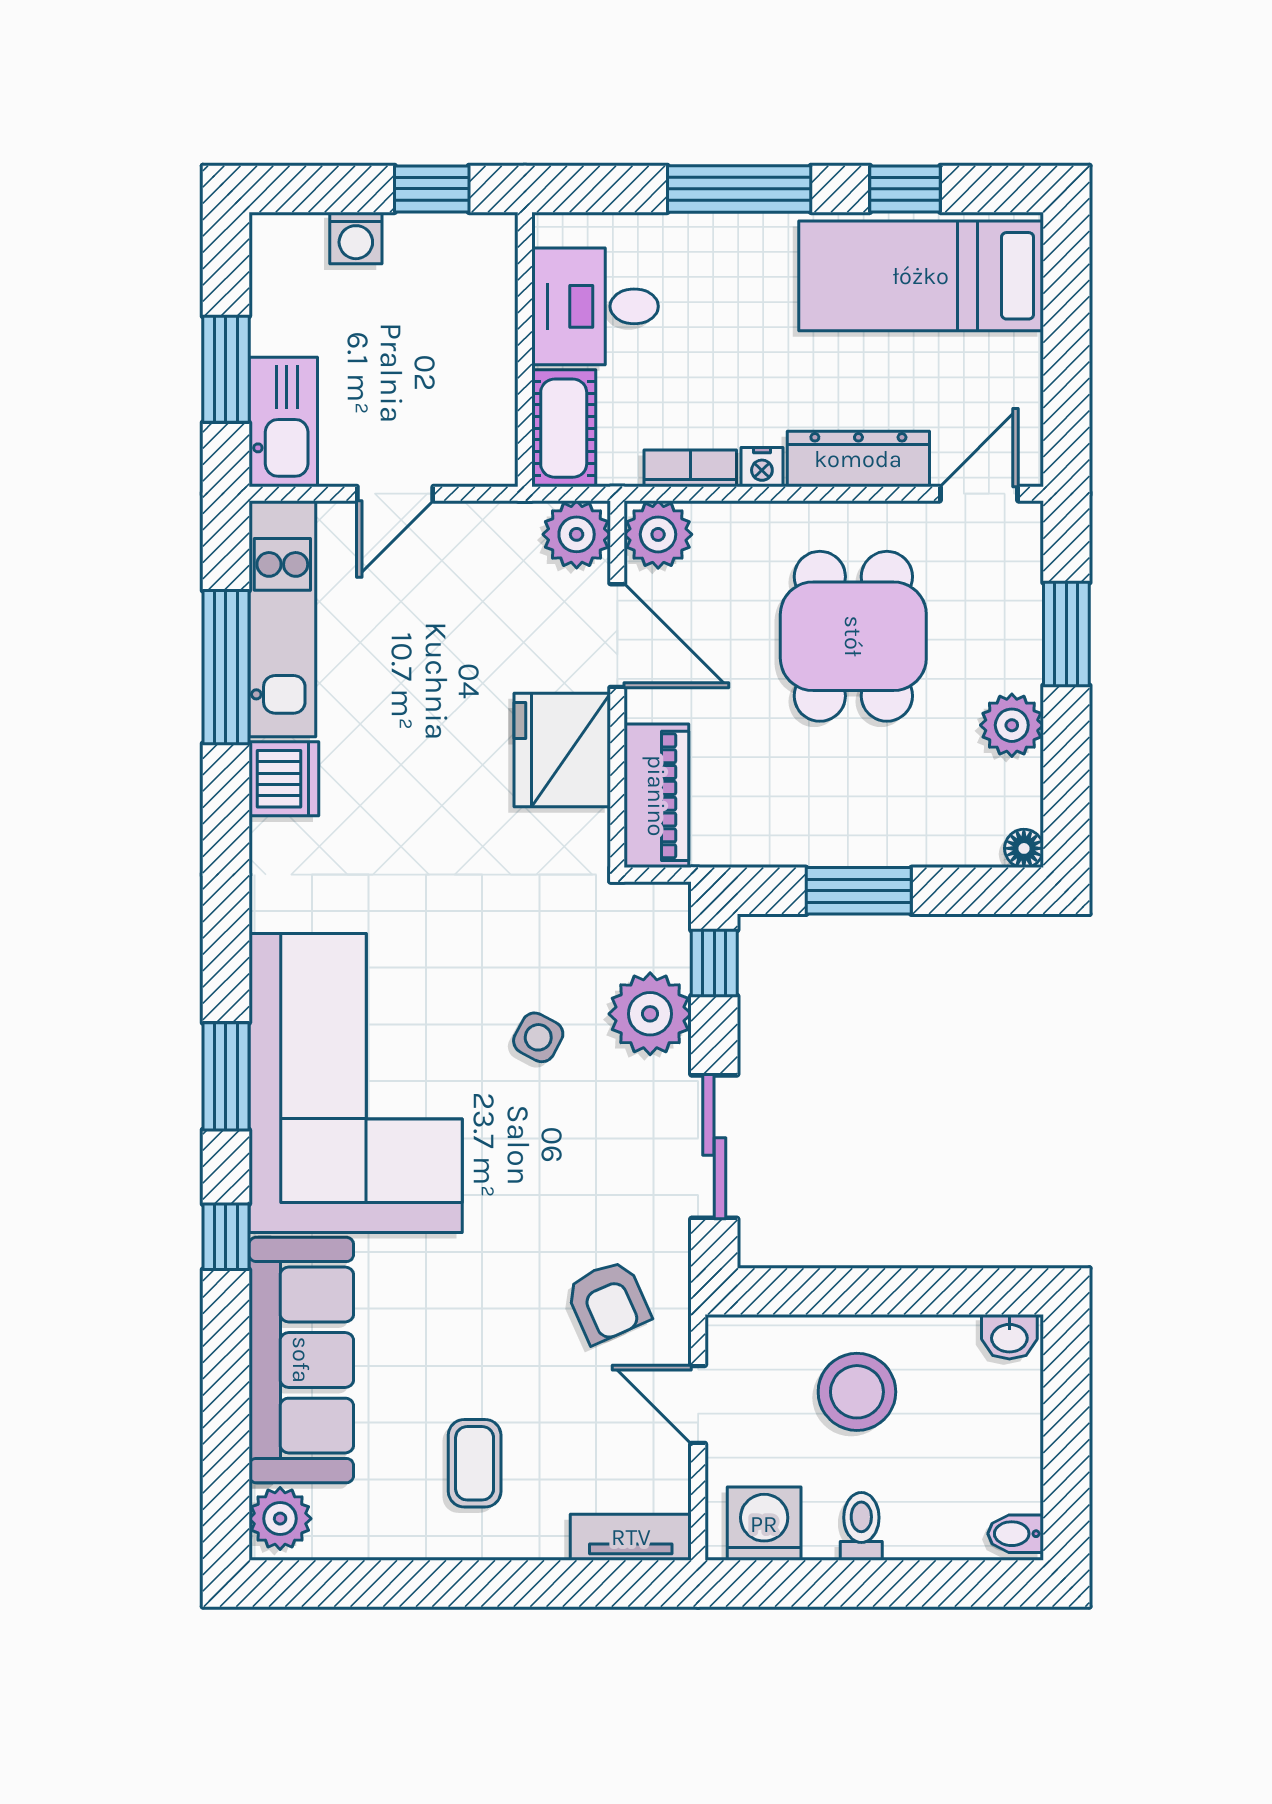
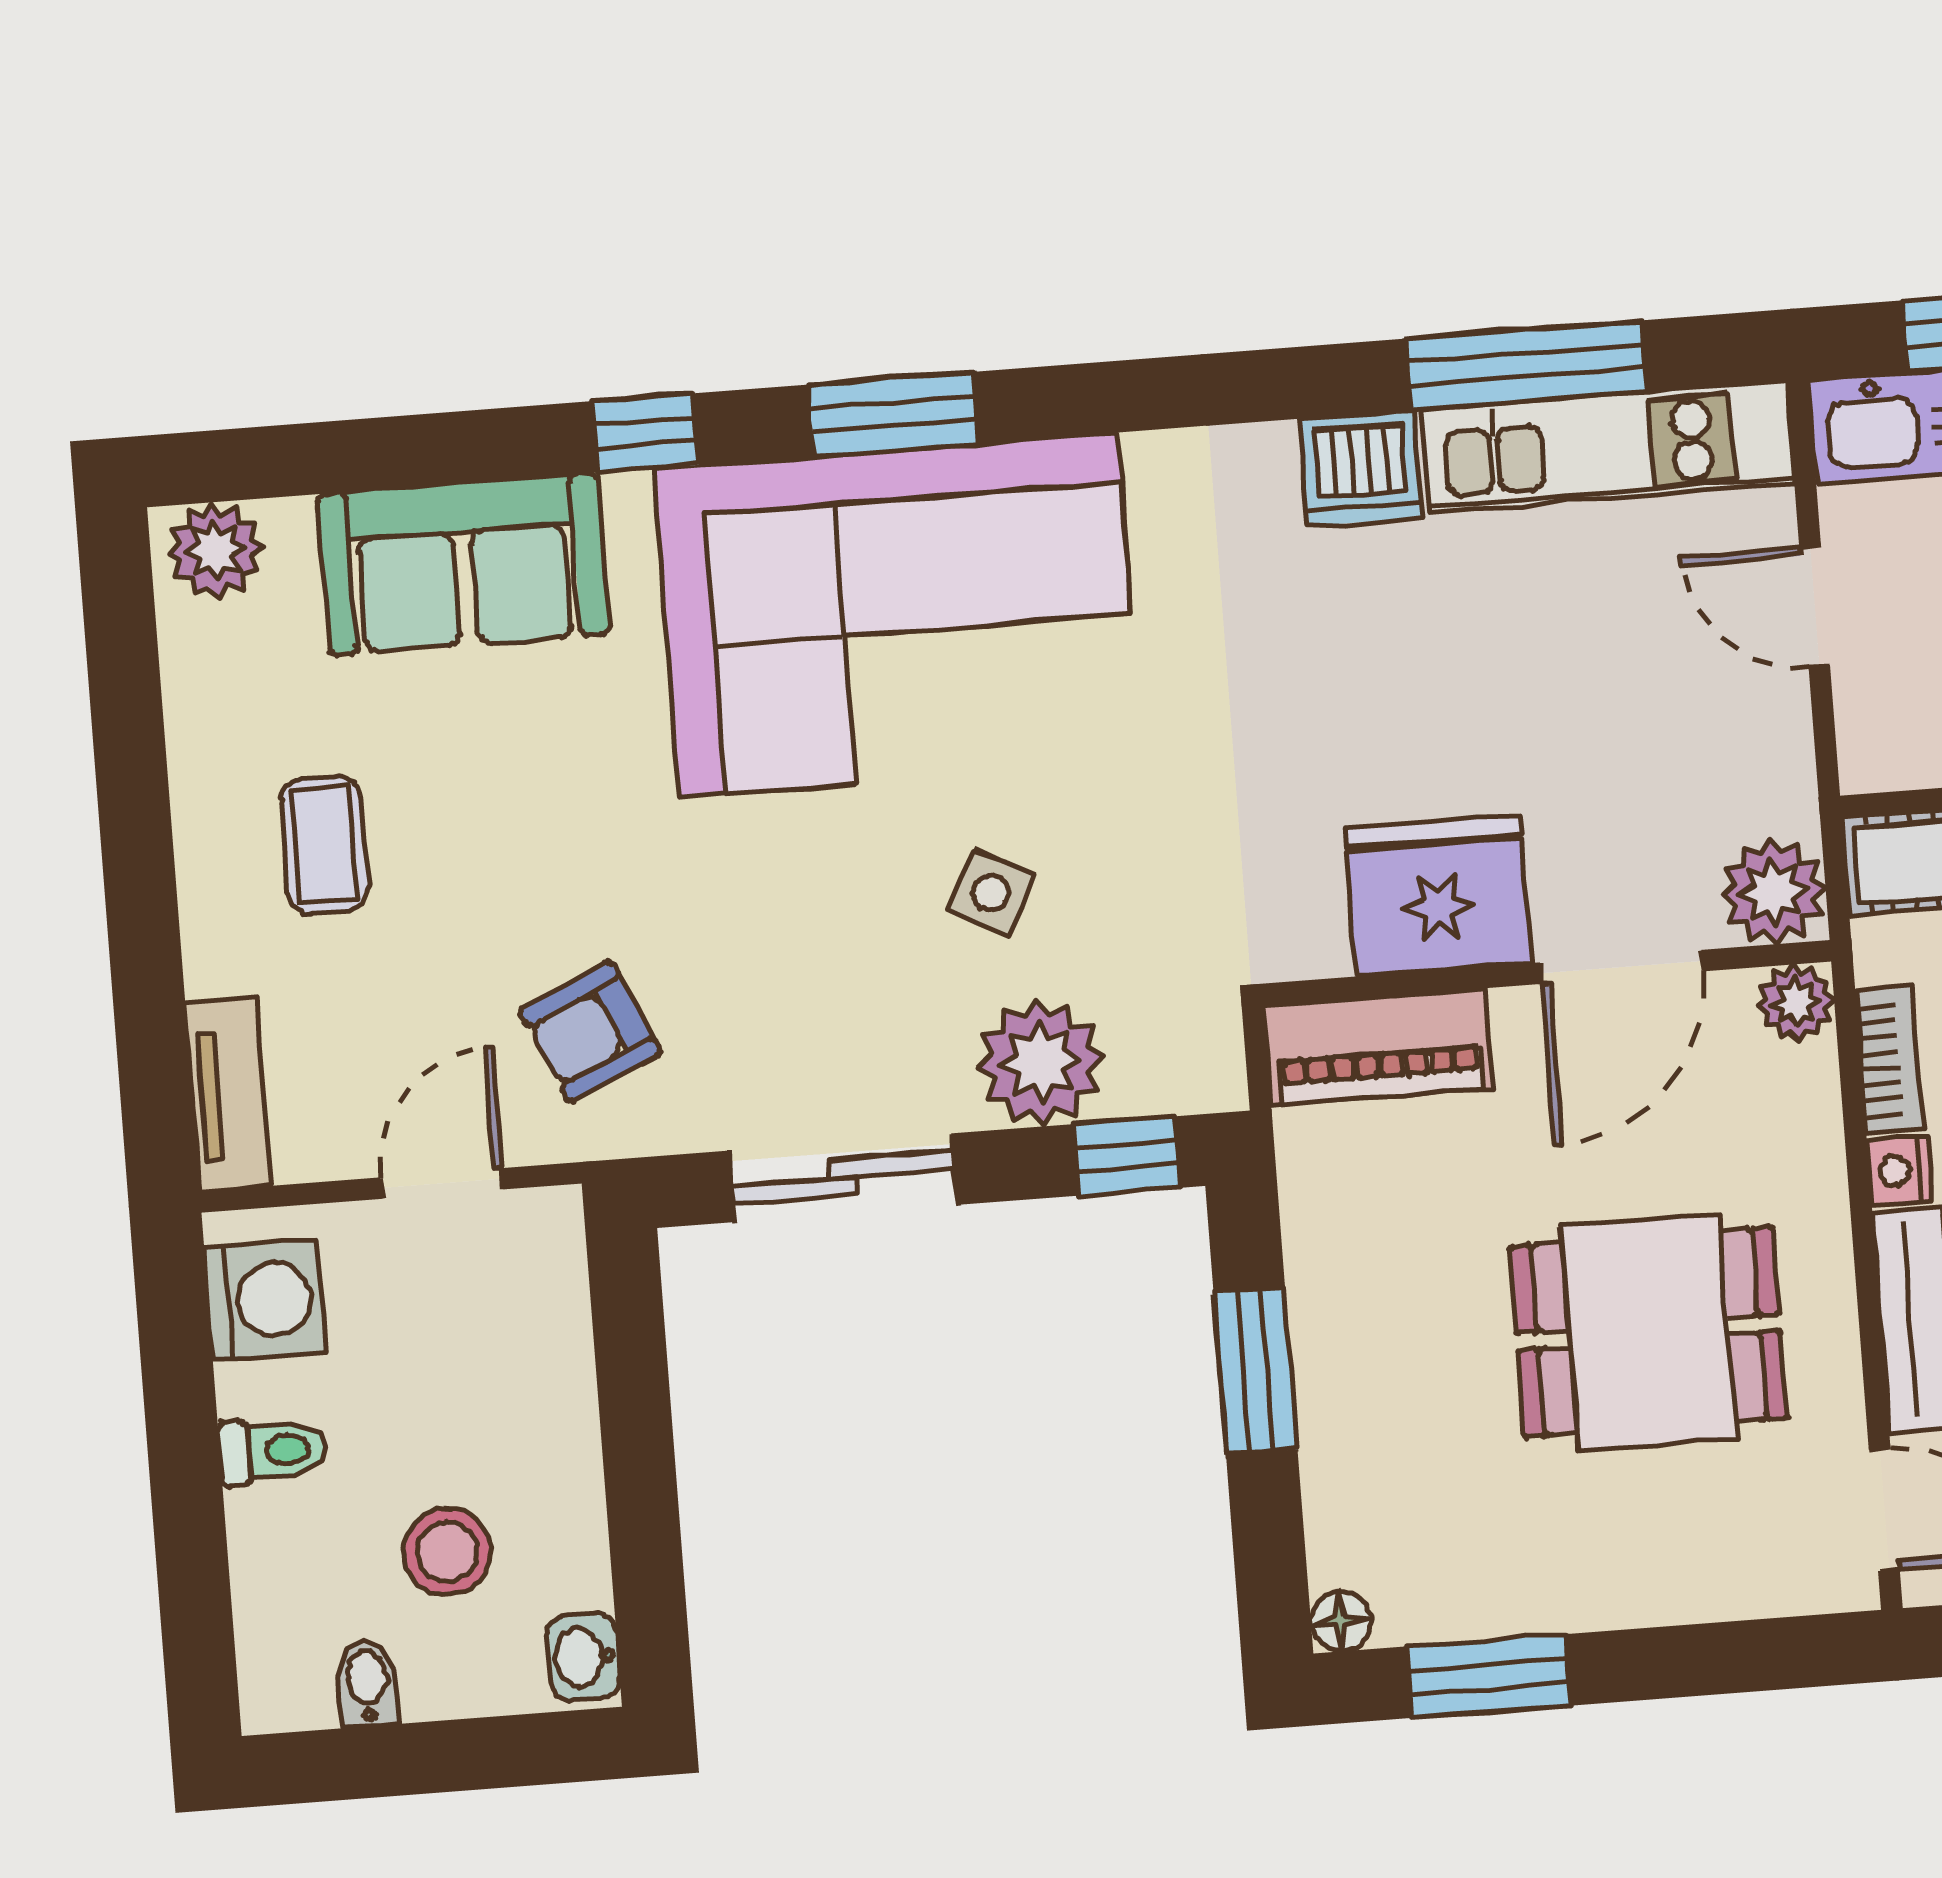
plant: (658, 534) -> (1796, 1003), width x0.73, depth x0.73
window: (1066, 634) -> (1489, 1676), moved
plant: (1012, 725) -> (1530, 1588), removed
sofa: (301, 1360) -> (463, 564), width x0.73
stool: (857, 1392) -> (447, 1552), moved, width x0.73, depth x0.73
coffee table: (475, 1463) -> (324, 845), turned 90
bidet: (1016, 1534) -> (367, 1683), moved

